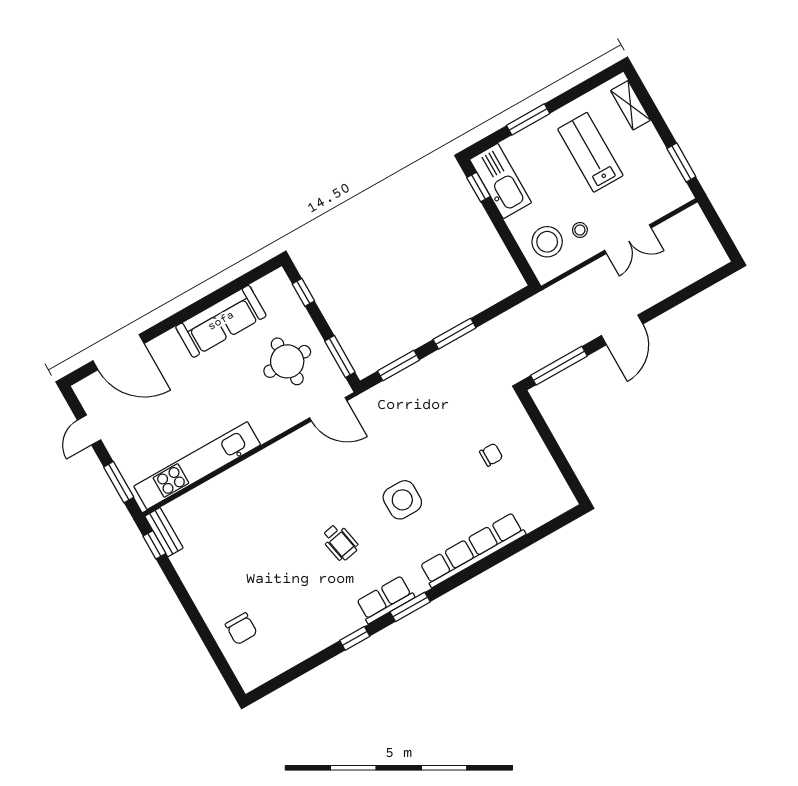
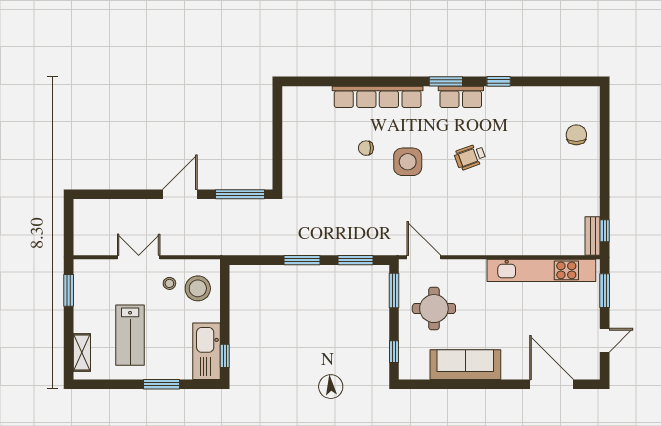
chair: (491, 455) -> (366, 148), moved
wheelchair: (340, 542) -> (470, 157), turned -99

